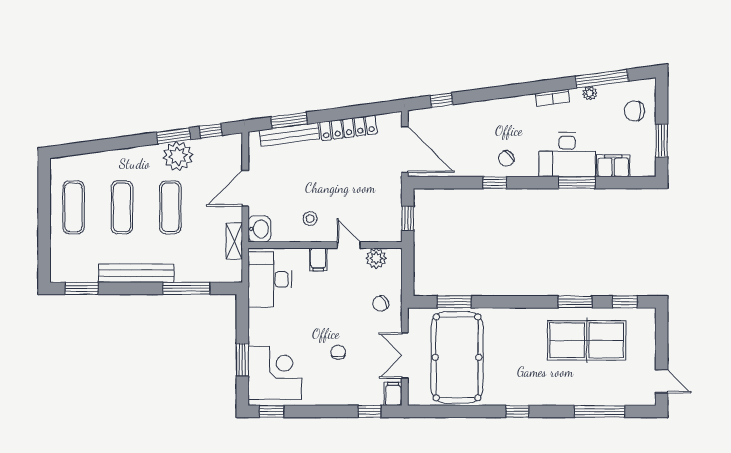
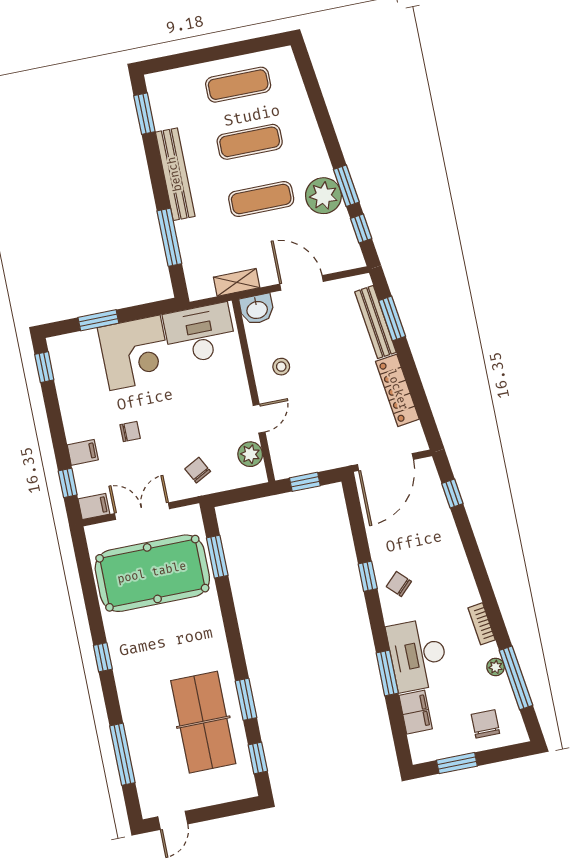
filing cabinet: (318, 259) -> (83, 452), moved, turned 180
corner desk: (275, 373) -> (135, 353), moved

